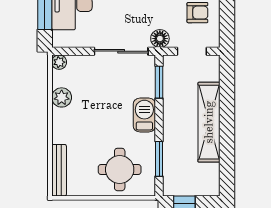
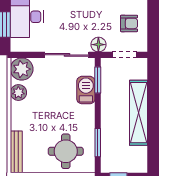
plant: (59, 62) -> (22, 69), width x1.87, depth x1.87
barbecue: (144, 115) -> (86, 90), moved

